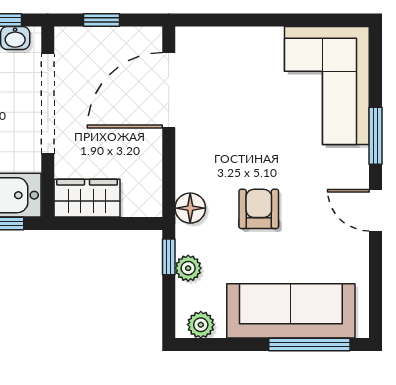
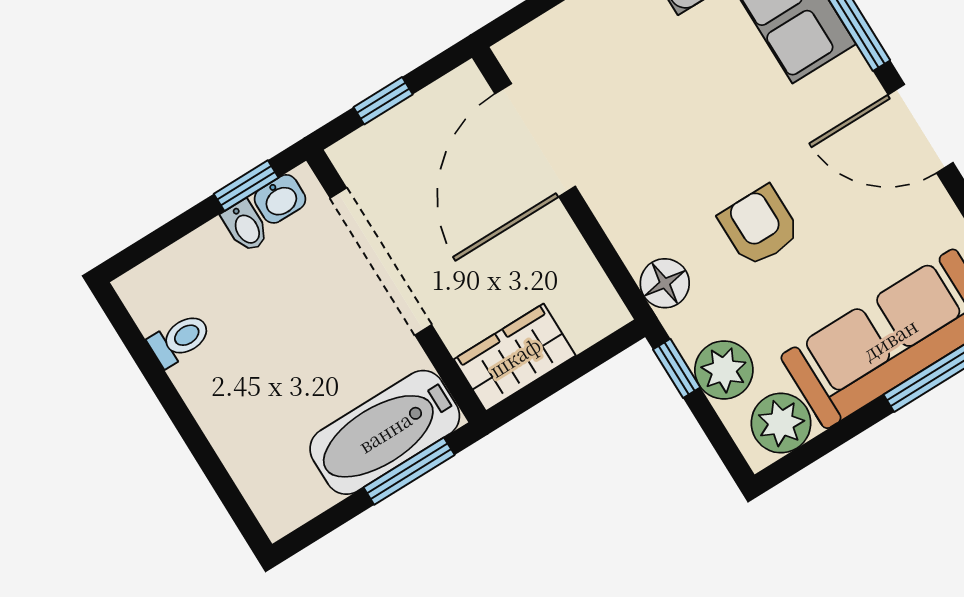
door: (376, 210) -> (921, 129), width x1.38
plant: (188, 268) -> (724, 370), width x1.38, depth x1.38
plant: (201, 325) -> (781, 423), width x1.38, depth x1.38

